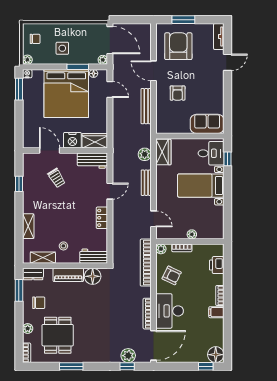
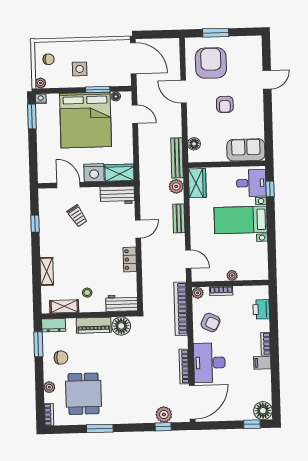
tv unit: (219, 36) -> (256, 51), removed
plant: (103, 60) -> (126, 81), removed
armchair: (178, 93) -> (225, 104), moved
bench: (146, 106) -> (177, 158), moved
floor lamp: (161, 117) -> (194, 144), added

